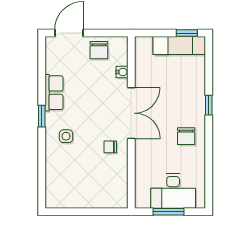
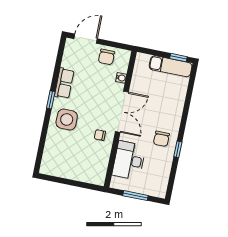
window: (209, 105) -> (178, 149), moved
side table: (66, 136) -> (67, 120), width x1.87, depth x1.87
desk: (173, 191) -> (129, 160), moved, turned 90

